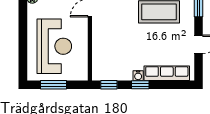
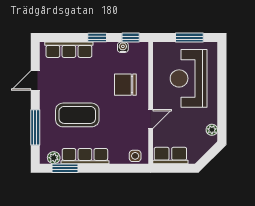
chair: (114, 40) -> (125, 85), added
water cooler: (138, 76) -> (123, 47), moved

